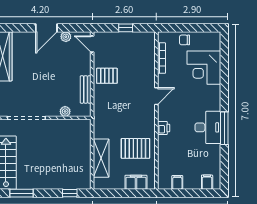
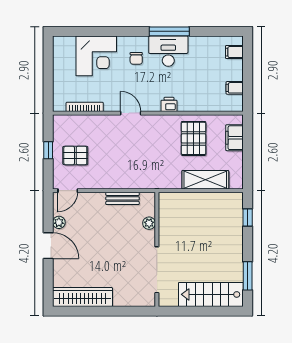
chair: (185, 40) -> (136, 58), moved
pallet: (107, 76) -> (75, 156), moved, turned 90

